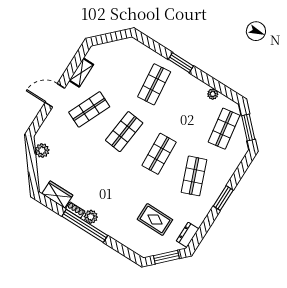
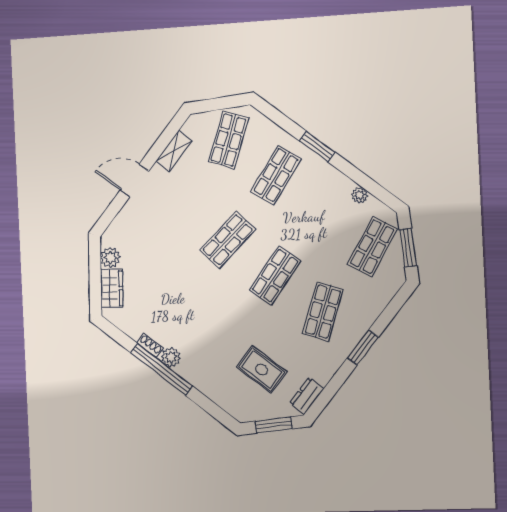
shop shelf: (89, 109) -> (229, 140), moved, turned -45
wardrobe: (57, 194) -> (112, 288), moved, turned 52

